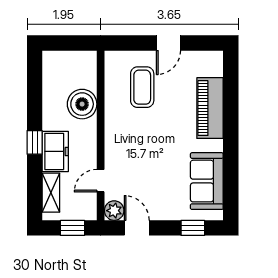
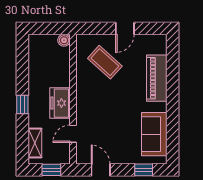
coffee table: (142, 87) -> (105, 62), turned -48
boiler: (82, 104) -> (64, 40), moved, width x0.54, depth x0.54
freezer: (55, 151) -> (60, 103), moved, turned 180
plant: (114, 211) -> (83, 157), removed

